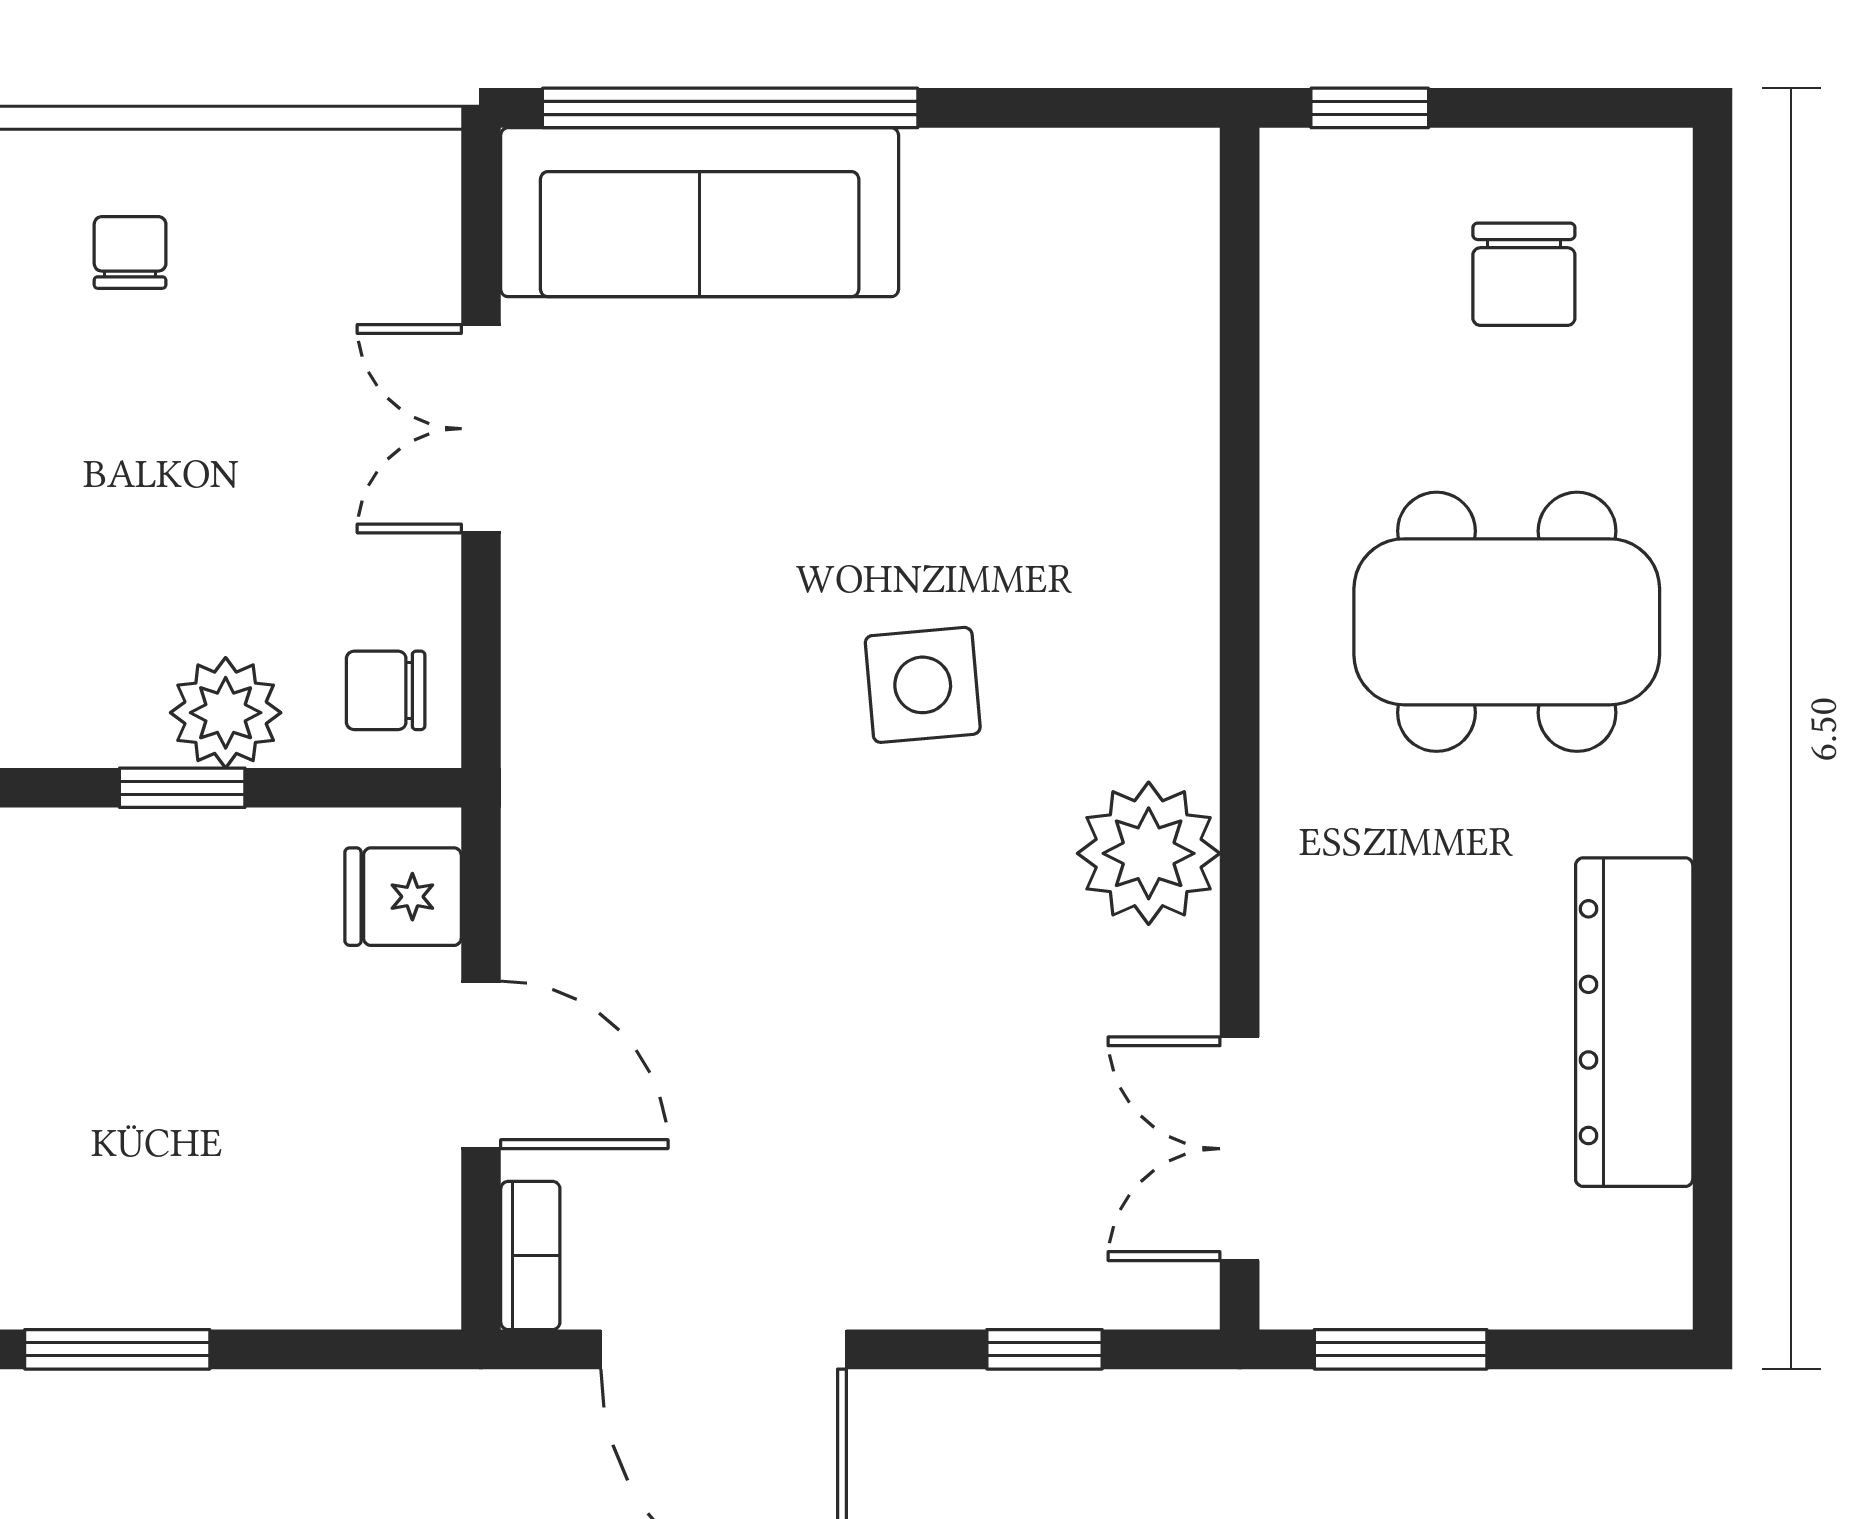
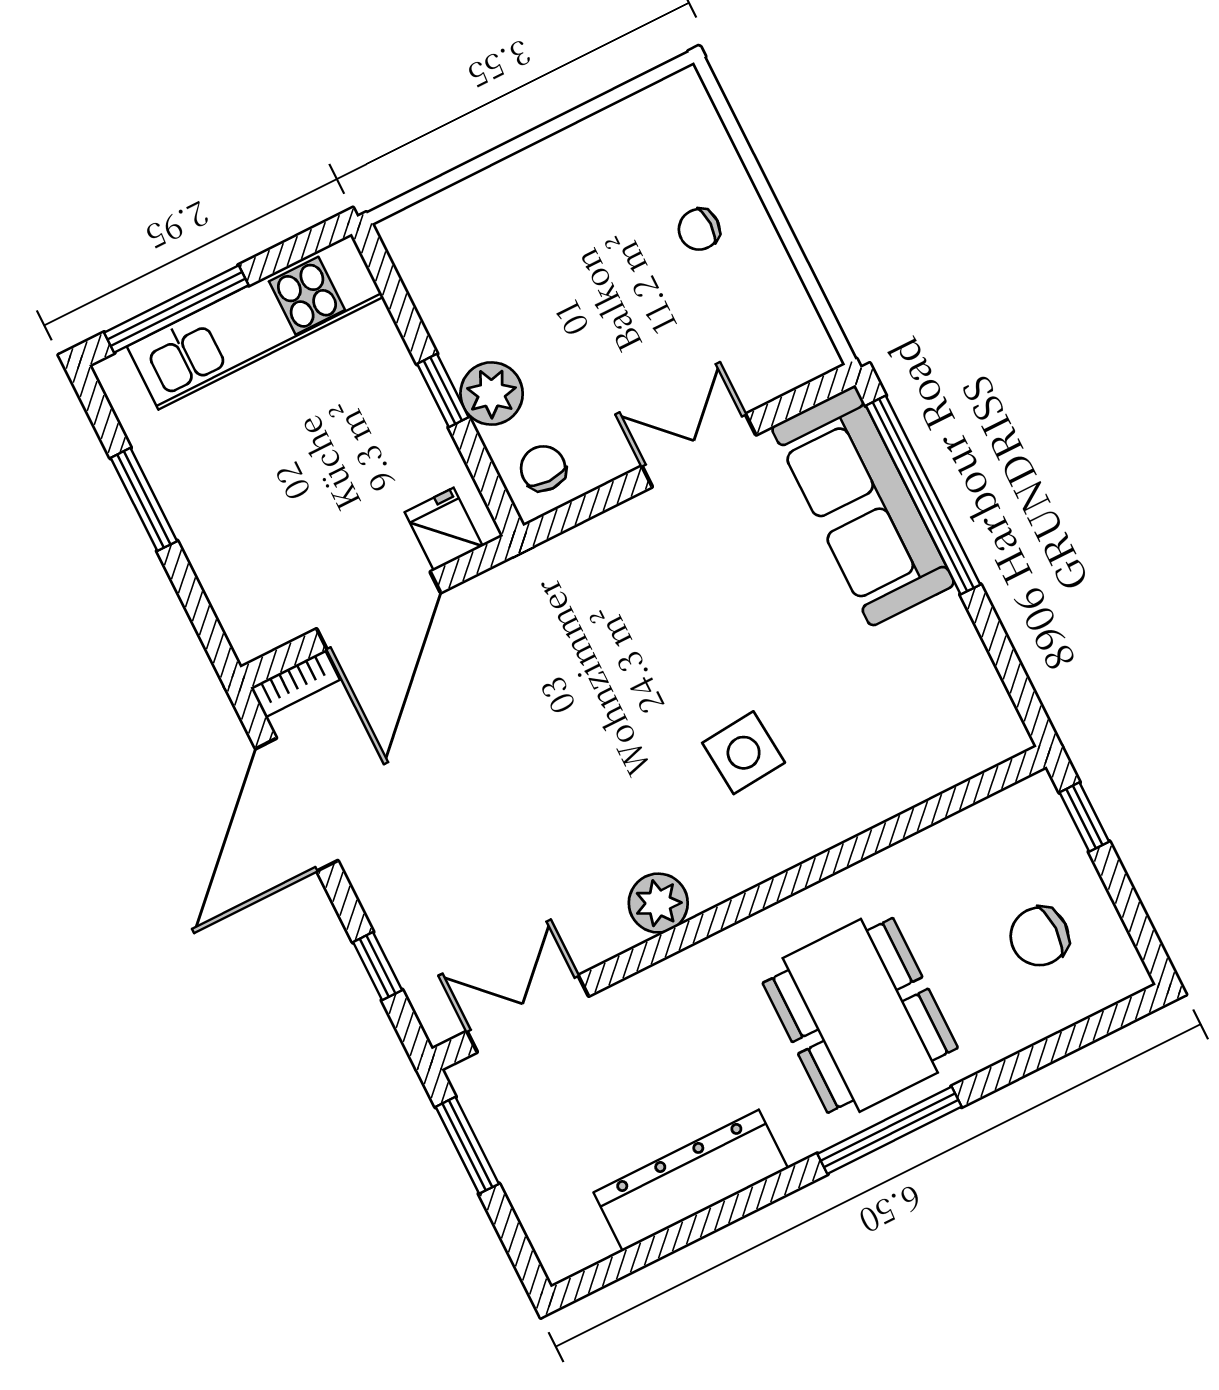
chair: (130, 252) -> (699, 229), turned 180
window: (1713, 667) -> (890, 1130), added
side table: (923, 685) -> (744, 753), moved
plant: (1149, 853) -> (658, 903), width x0.73, depth x0.73
door: (481, 1065) -> (379, 611), width x1.36

